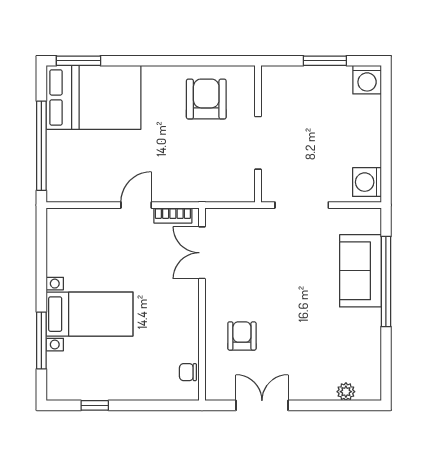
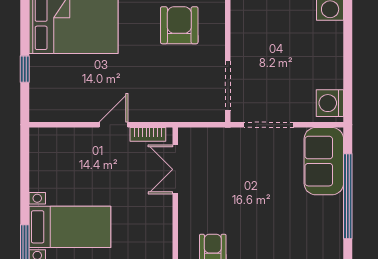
doorway: (258, 143) -> (228, 86), moved
window: (41, 146) -> (25, 69), width x0.32
sofa: (360, 271) -> (324, 161), moved

